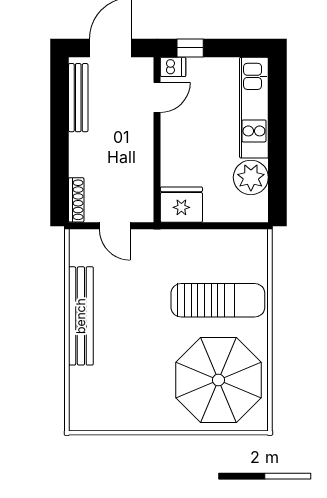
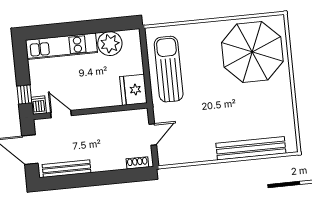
shoe rack: (76, 200) -> (137, 163), width x0.70
sun lounger: (218, 300) -> (169, 69), moved
bench: (81, 316) -> (251, 148), moved

